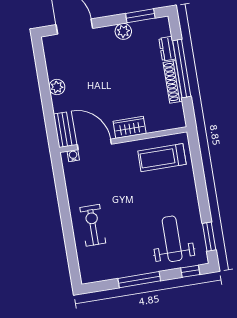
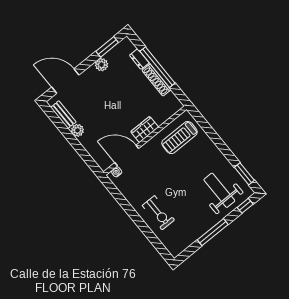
bench: (63, 130) -> (63, 115), moved
exercise bike: (93, 225) -> (158, 213), turned 180

